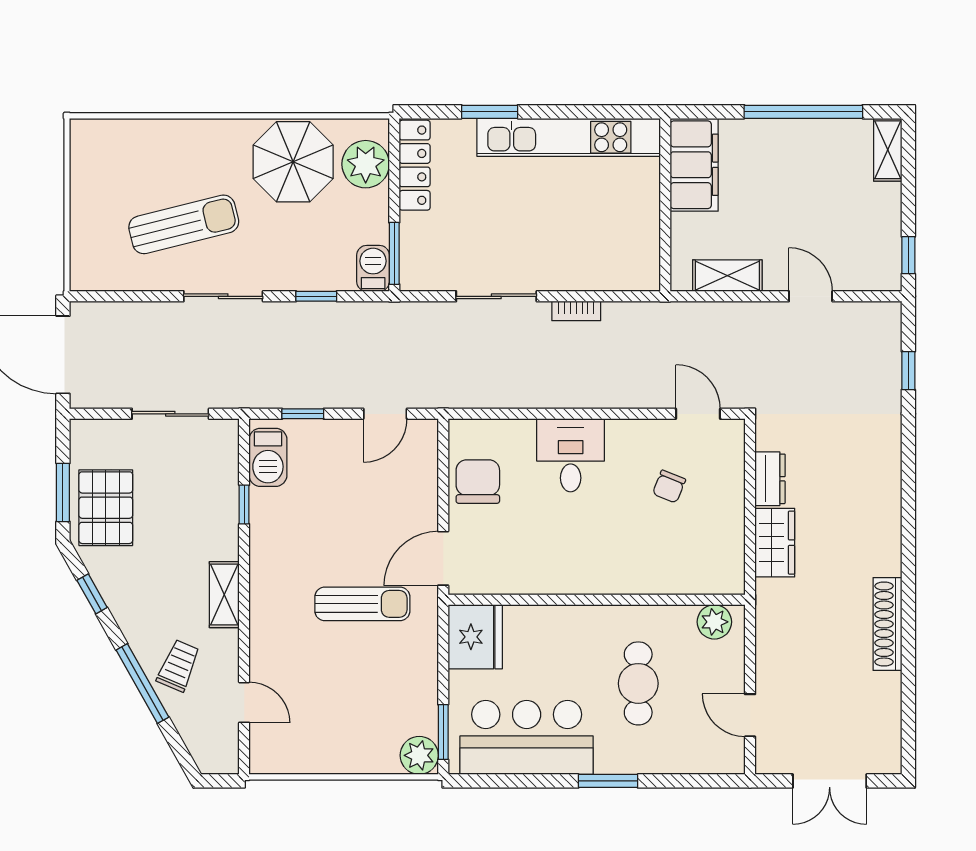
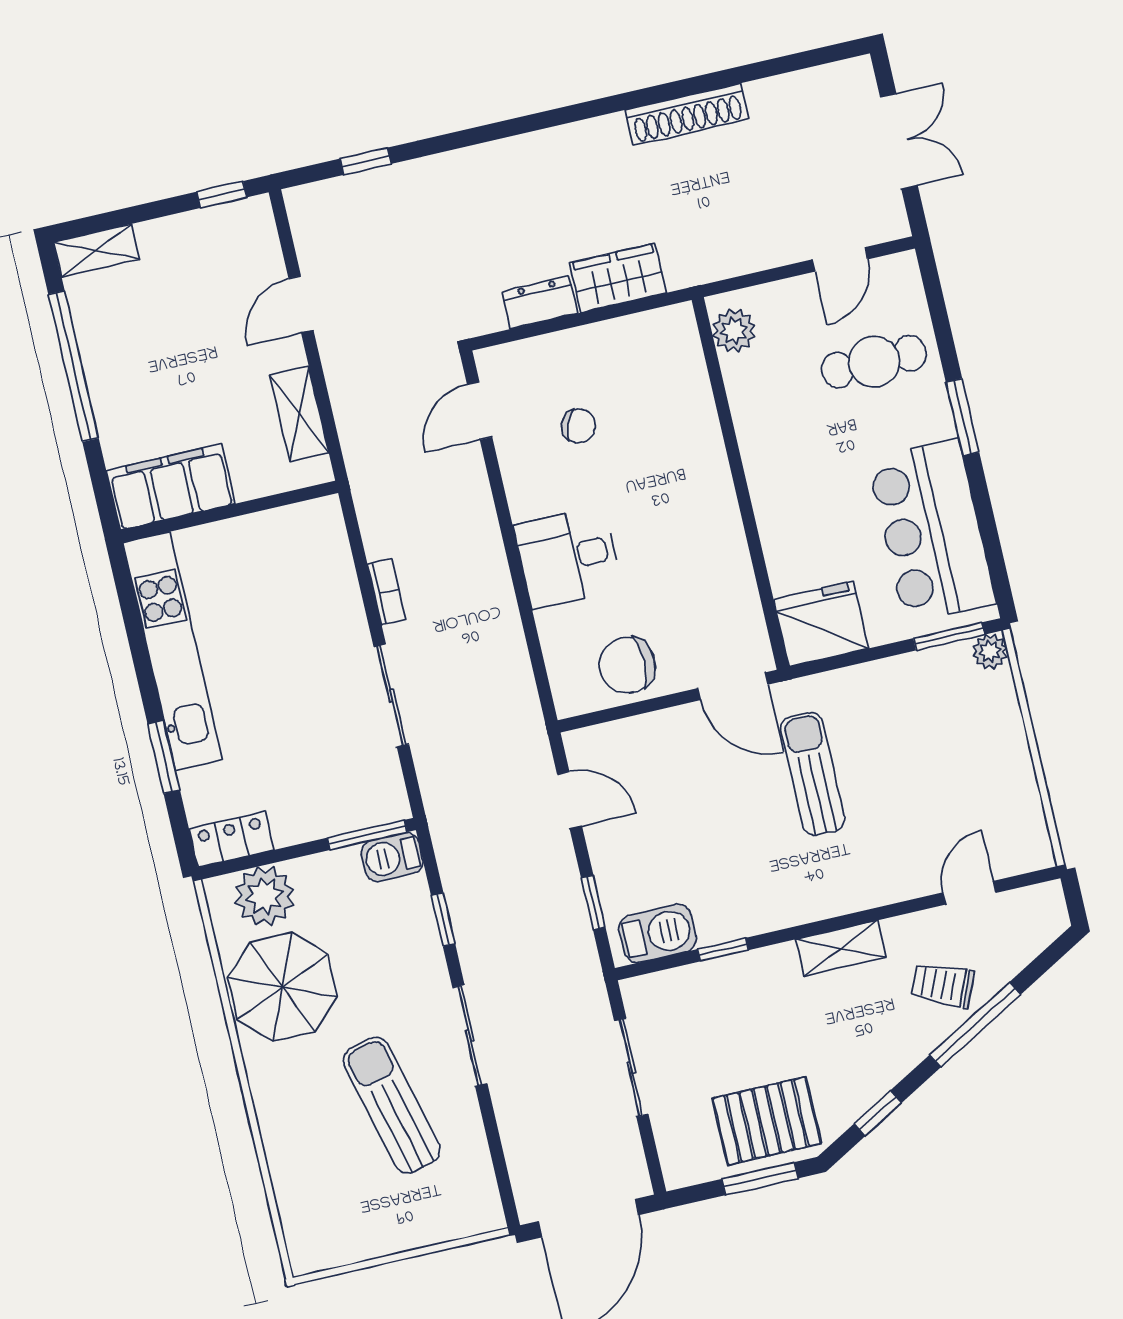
locker: (415, 165) -> (232, 839), width x0.66
cafe table: (638, 683) -> (874, 362), moved
plant: (419, 755) -> (990, 652), width x0.73, depth x0.73

